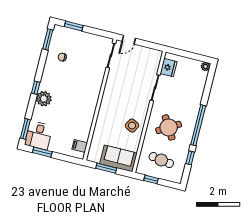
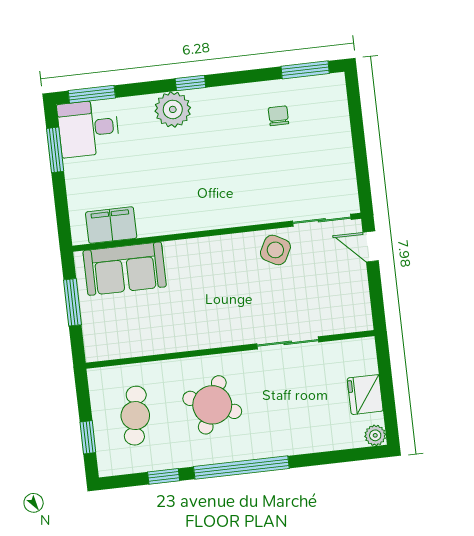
window: (74, 26) -> (356, 115), removed
fridge: (169, 68) -> (365, 395), moved, turned 90
side table: (132, 126) -> (275, 250), moved
round table: (169, 127) -> (212, 405), turned -36
filing cabinet: (80, 146) -> (111, 225), width x2.00
sofa: (118, 158) -> (125, 269), moved, turned 90
window: (151, 179) -> (88, 437), moved

